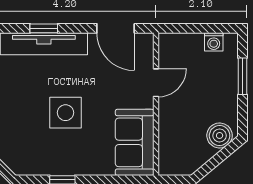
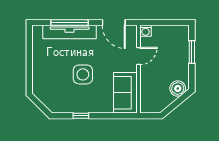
window: (44, 28) -> (69, 23), width x2.17
washing machine: (214, 42) -> (146, 31), moved

